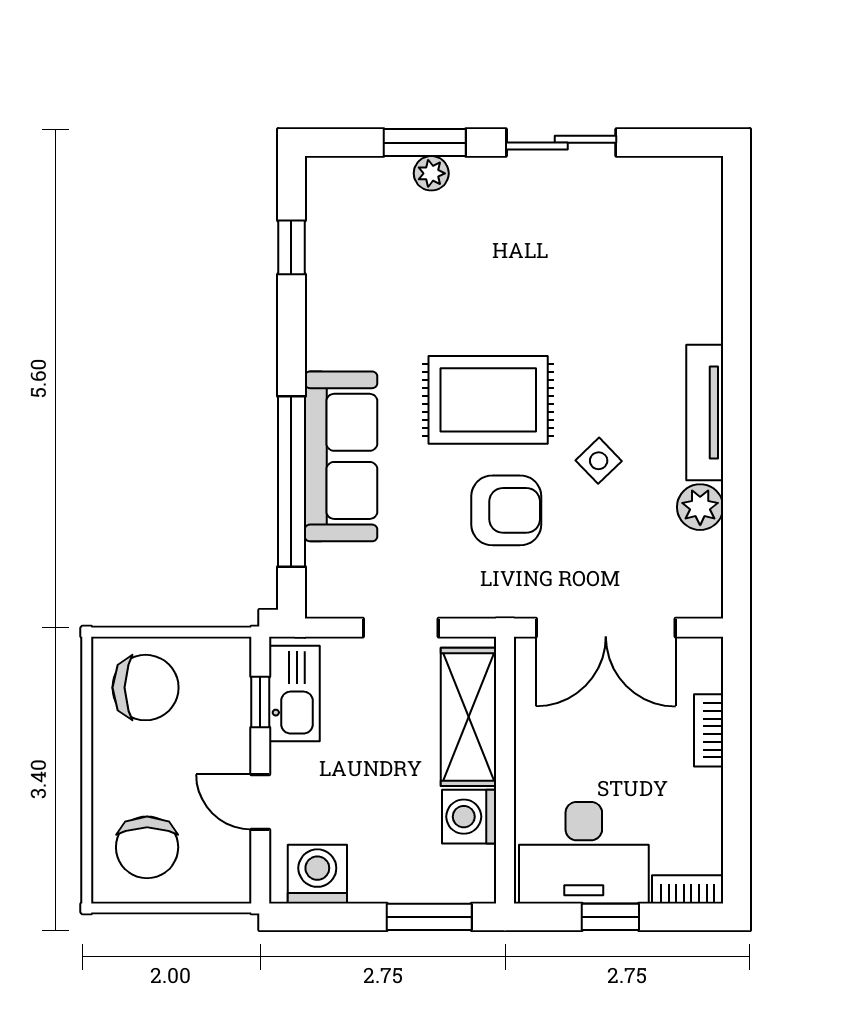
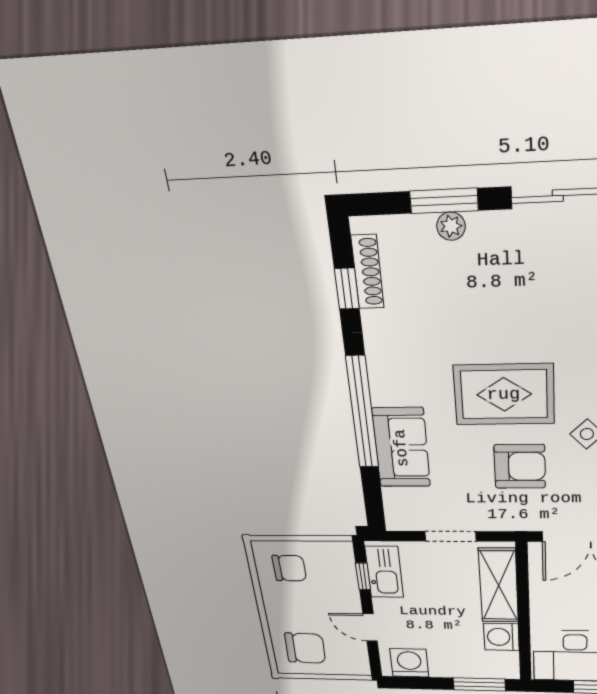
shoe rack: (321, 227) -> (368, 272), added
sofa: (341, 456) -> (401, 448), width x0.73
window: (291, 481) -> (362, 413), moved
chair: (146, 688) -> (289, 568), width x0.73, depth x0.73
chair: (147, 847) -> (305, 648), turned -88

